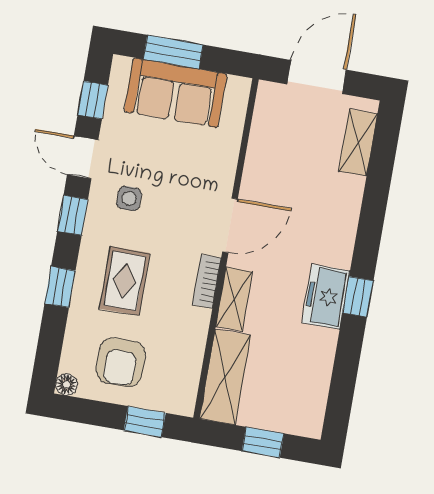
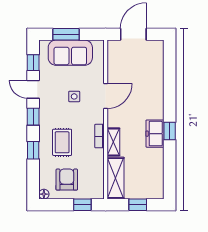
shelving: (358, 142) -> (157, 61), removed
side table: (129, 198) -> (74, 96), moved
door: (230, 225) -> (106, 96), moved
armchair: (121, 362) -> (67, 180), turned 180

